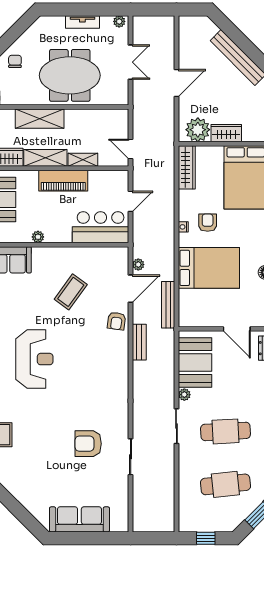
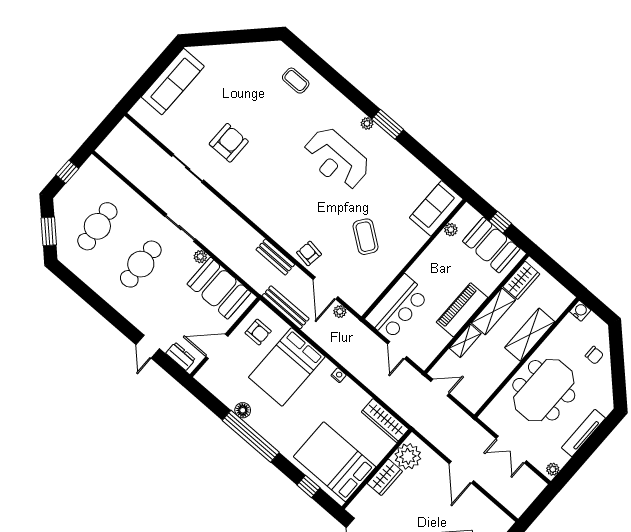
tv unit: (82, 22) -> (583, 433), width x1.41
armchair: (208, 223) -> (258, 332), moved
plant: (38, 237) -> (451, 230), moved

